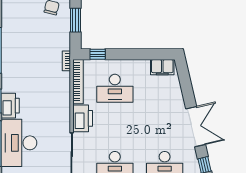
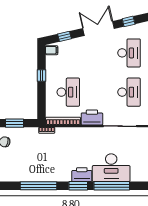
window: (98, 54) -> (42, 75), moved
filing cabinet: (162, 67) -> (52, 50), width x0.50
window: (186, 84) -> (64, 36), added

